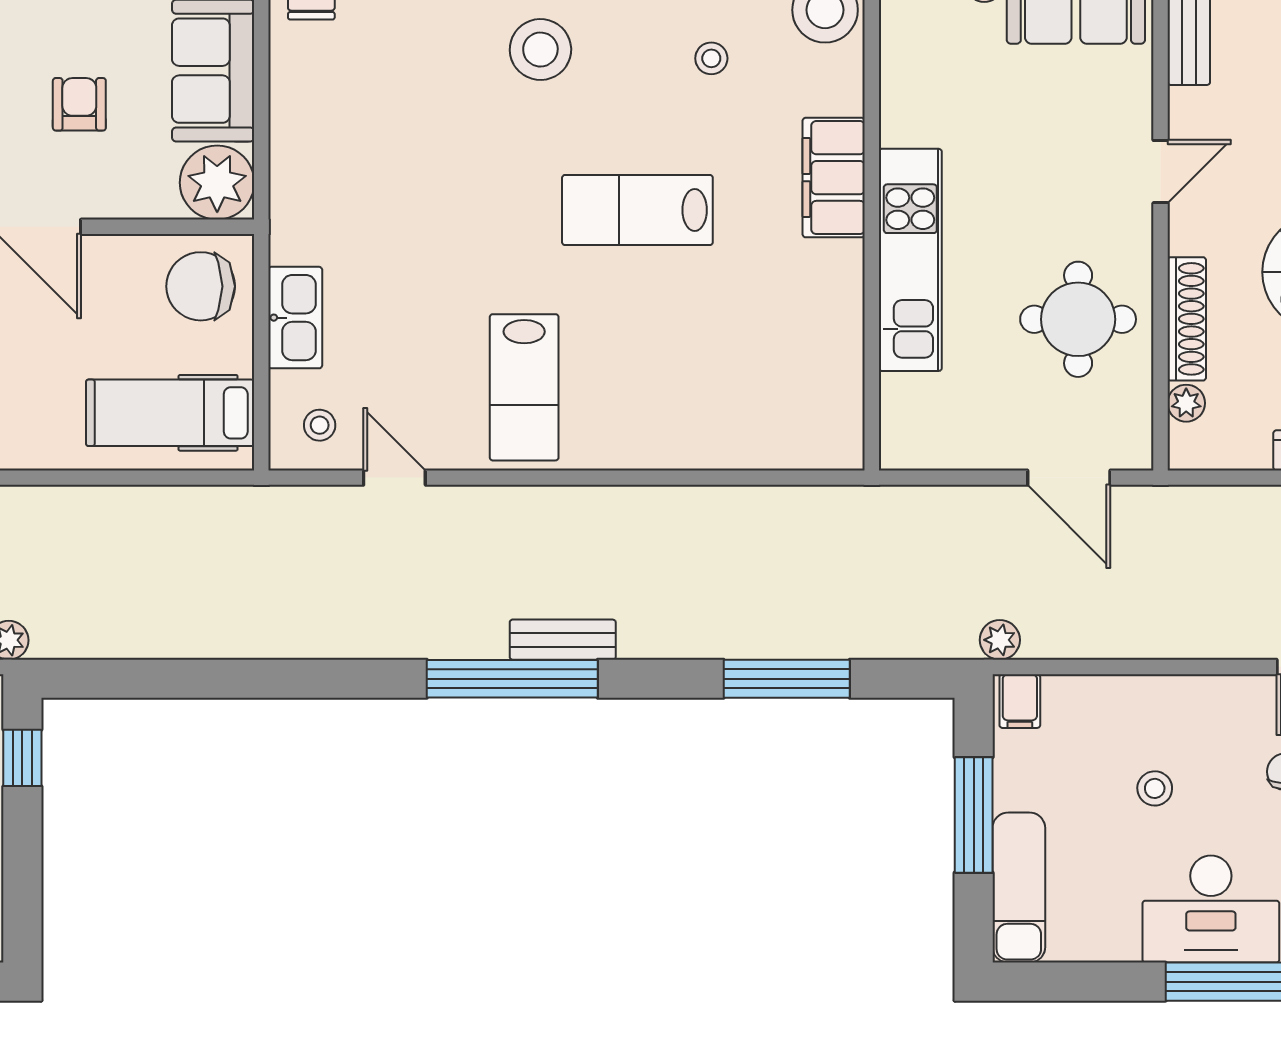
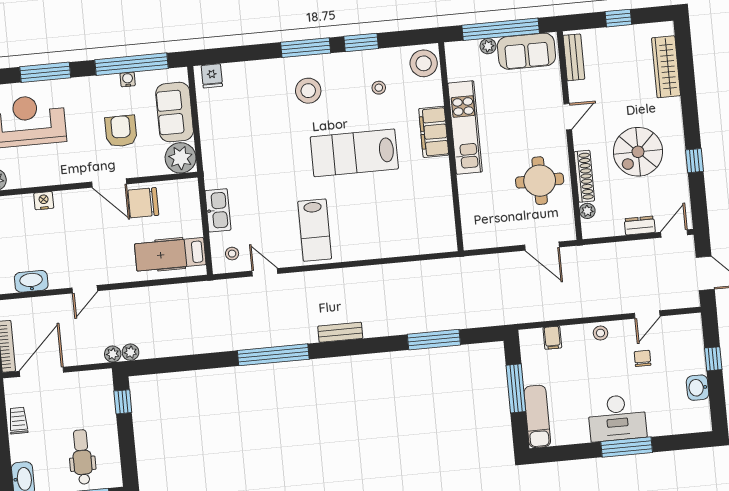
armchair: (79, 104) -> (121, 131), width x1.38, depth x1.38
lab bench: (637, 210) -> (354, 153), width x1.36, depth x1.39
kitchen unit: (910, 260) -> (465, 128), moved
chair: (201, 286) -> (143, 203), moved
plant: (1000, 640) -> (130, 352), moved
window: (512, 679) -> (273, 355), moved
filing cabinet: (1020, 701) -> (552, 338), moved
stool: (1155, 788) -> (600, 333), moved

